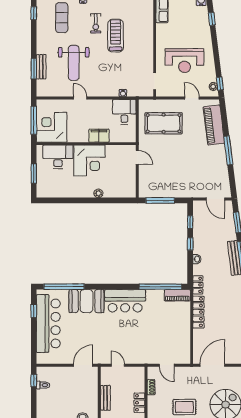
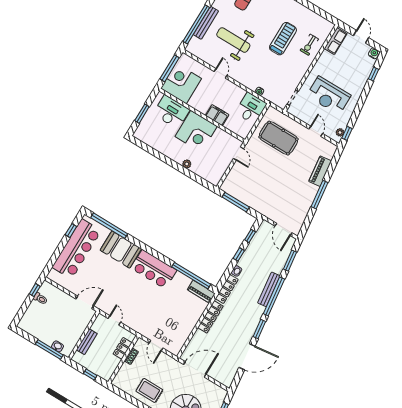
exercise bike: (96, 23) -> (309, 45), moved
weight bench: (74, 63) -> (233, 40), turned 90
bench: (41, 67) -> (206, 23), width x1.36
window: (34, 69) -> (196, 24), width x2.11
piano: (214, 125) -> (320, 171), width x0.73, depth x0.75
locker: (198, 285) -> (227, 289), width x1.53
locker: (139, 403) -> (122, 348), moved

